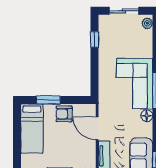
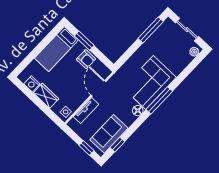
window: (94, 39) -> (151, 30), width x2.17
armchair: (64, 114) -> (86, 59), turned 180

